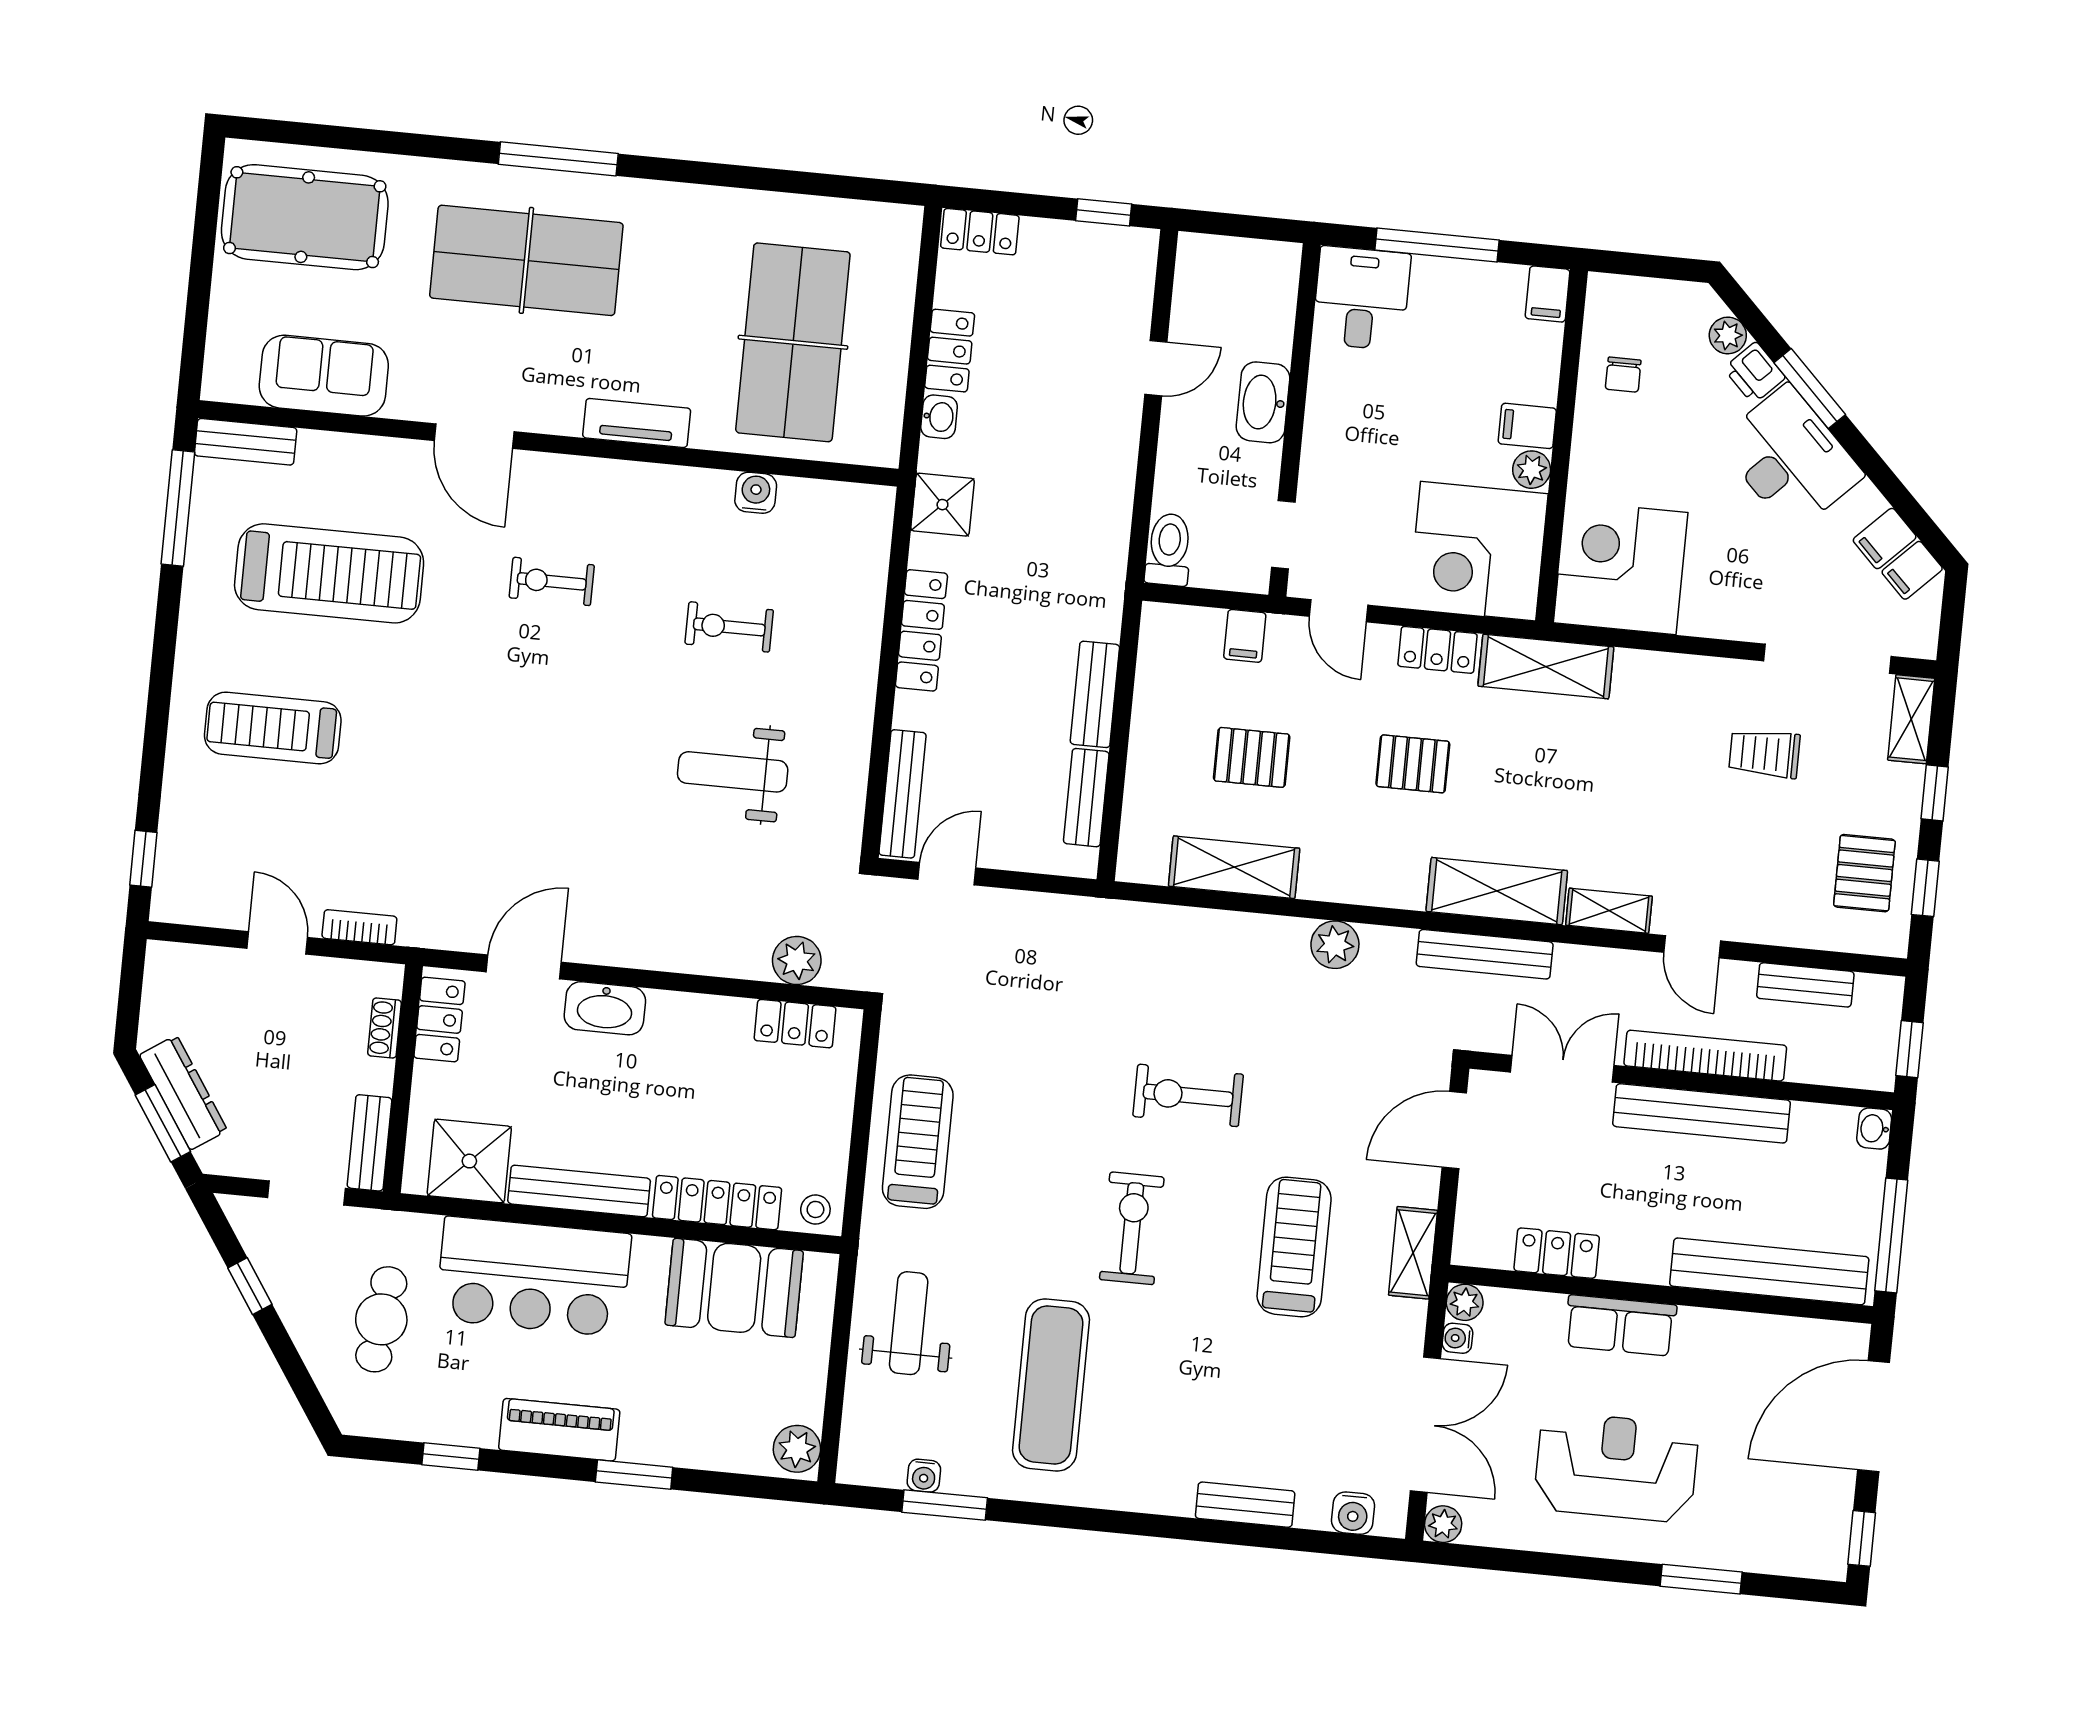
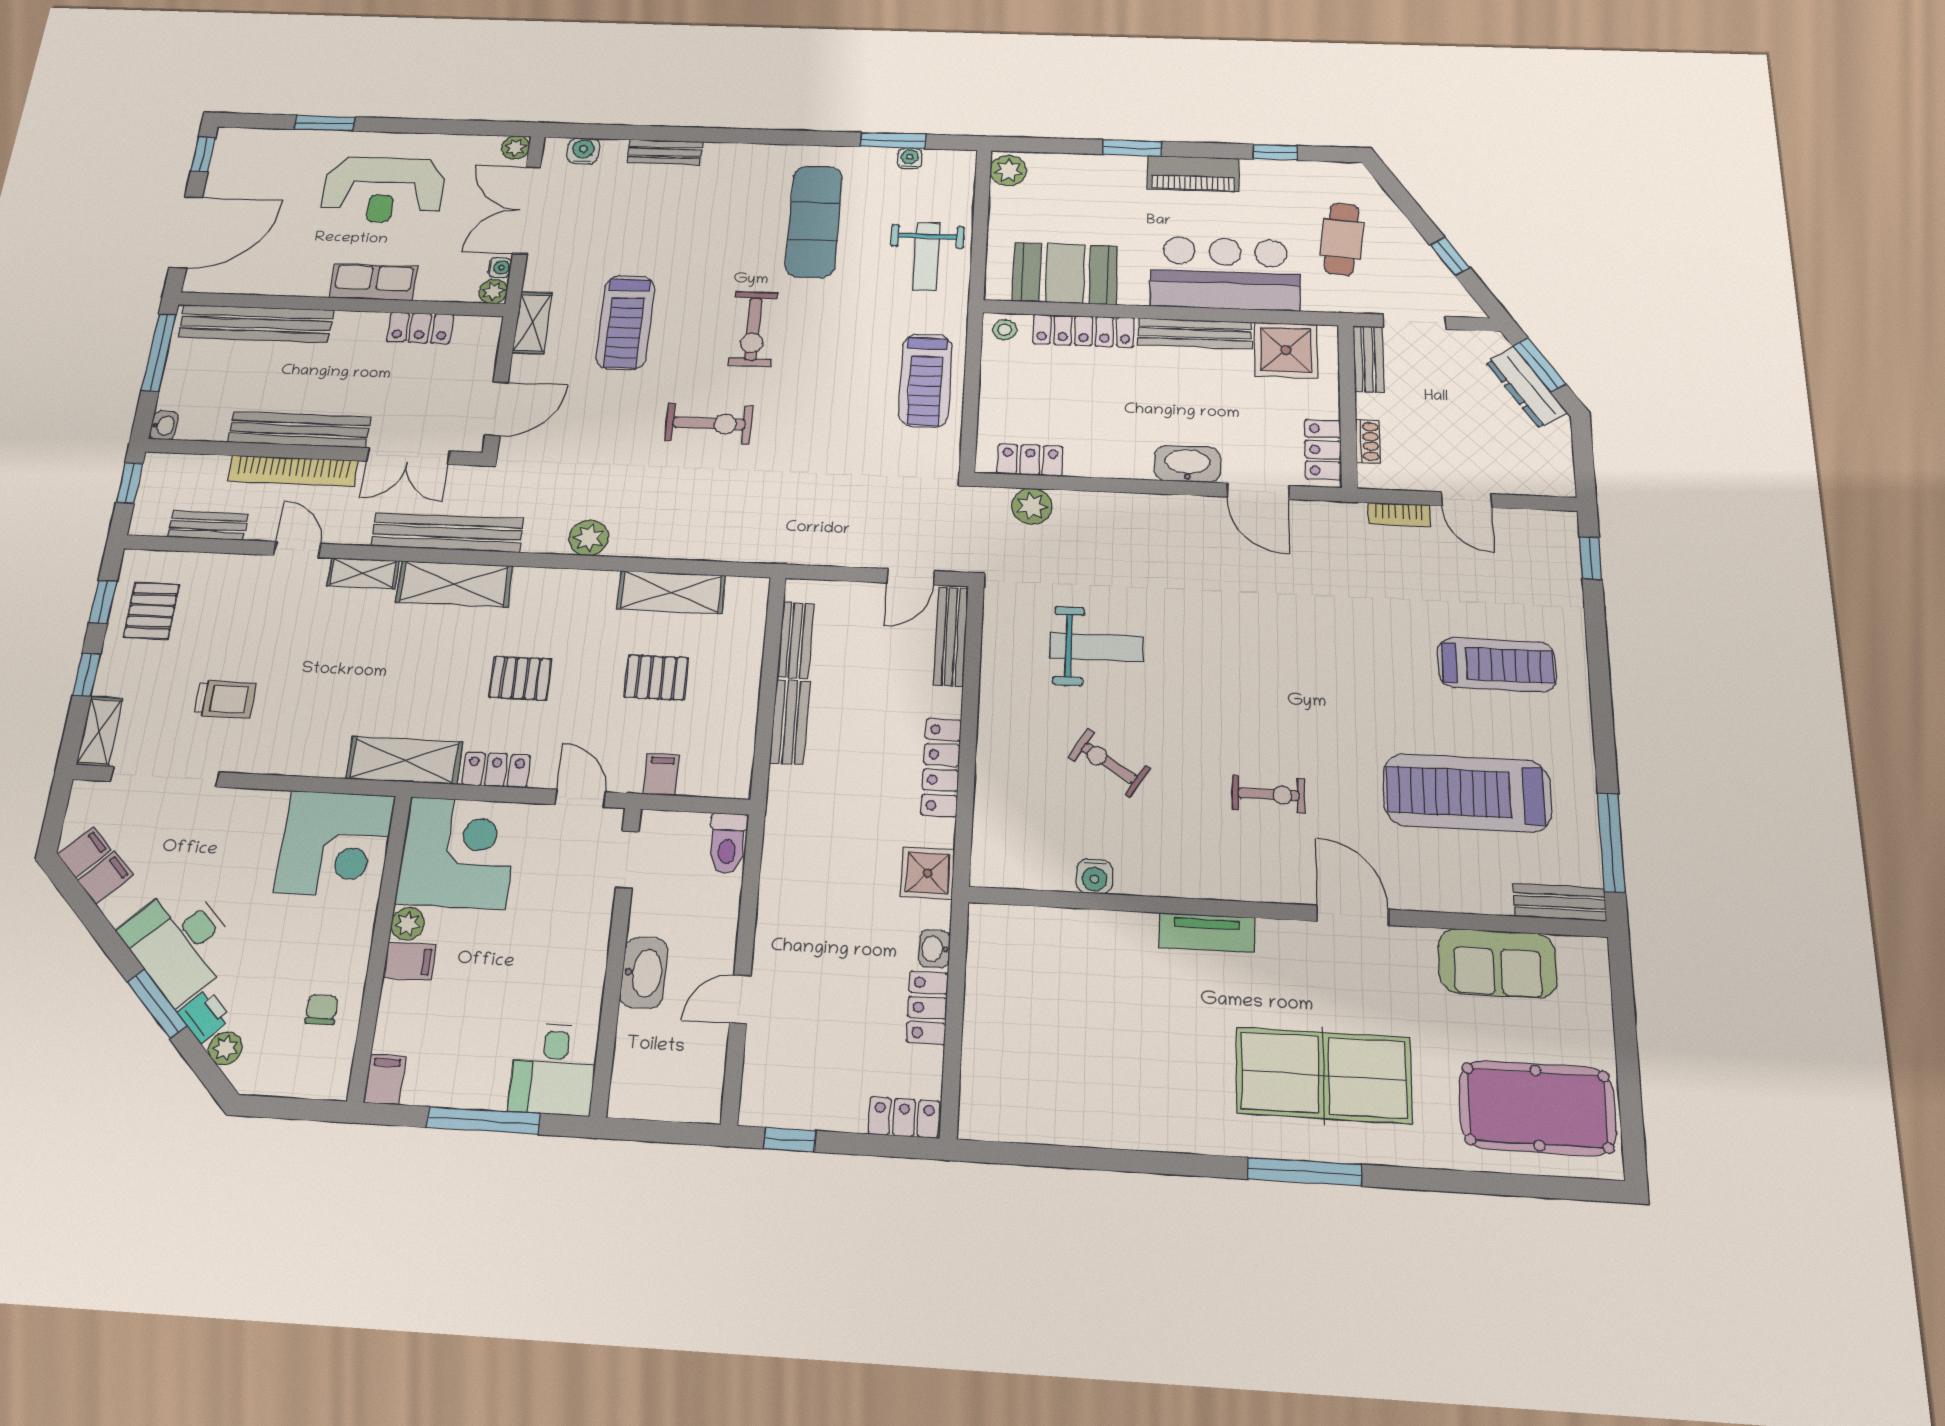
table tennis table: (793, 342) -> (1071, 1010), removed
exercise bike: (729, 627) -> (1109, 763), turned -148
bench: (1485, 954) -> (447, 533), width x1.37, depth x1.21
door: (524, 967) -> (1258, 491), hinge flipped

